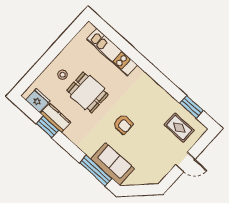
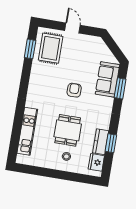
rug: (179, 128) -> (51, 48), width x1.36, depth x1.43
window: (96, 171) -> (120, 88), width x0.69

